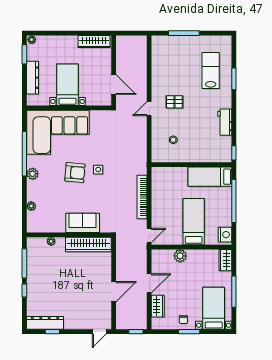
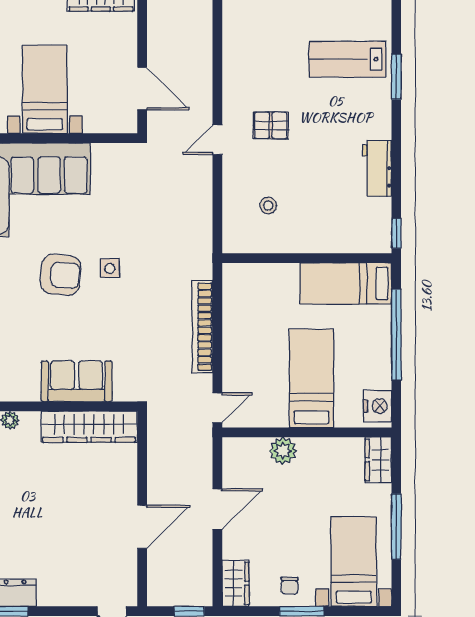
lab bench: (211, 71) -> (347, 59), turned -90
wardrobe: (158, 306) -> (236, 583), moved

